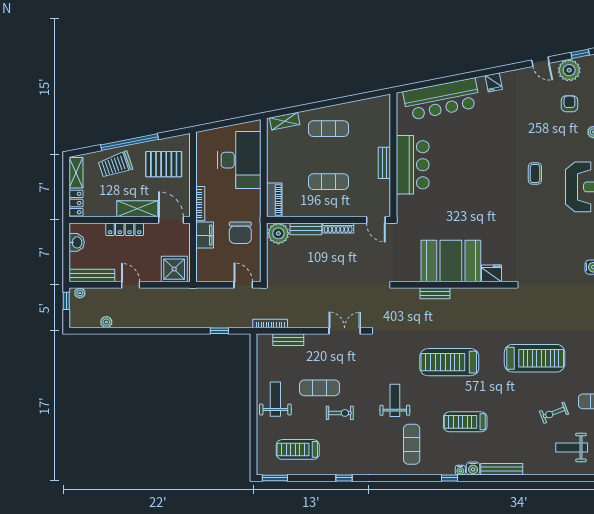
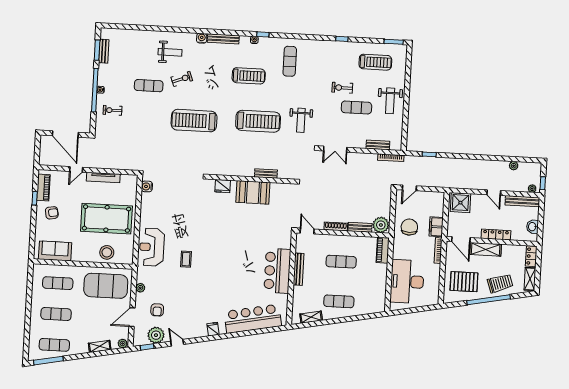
shelving: (285, 121) -> (311, 317), moved
bench: (384, 163) -> (299, 269), width x1.36
booth: (451, 261) -> (253, 192), width x0.73, depth x0.70
door: (243, 285) -> (409, 188), hinge flipped
weight bench: (395, 400) -> (301, 120), moved
water cooler: (473, 468) -> (202, 38), moved

